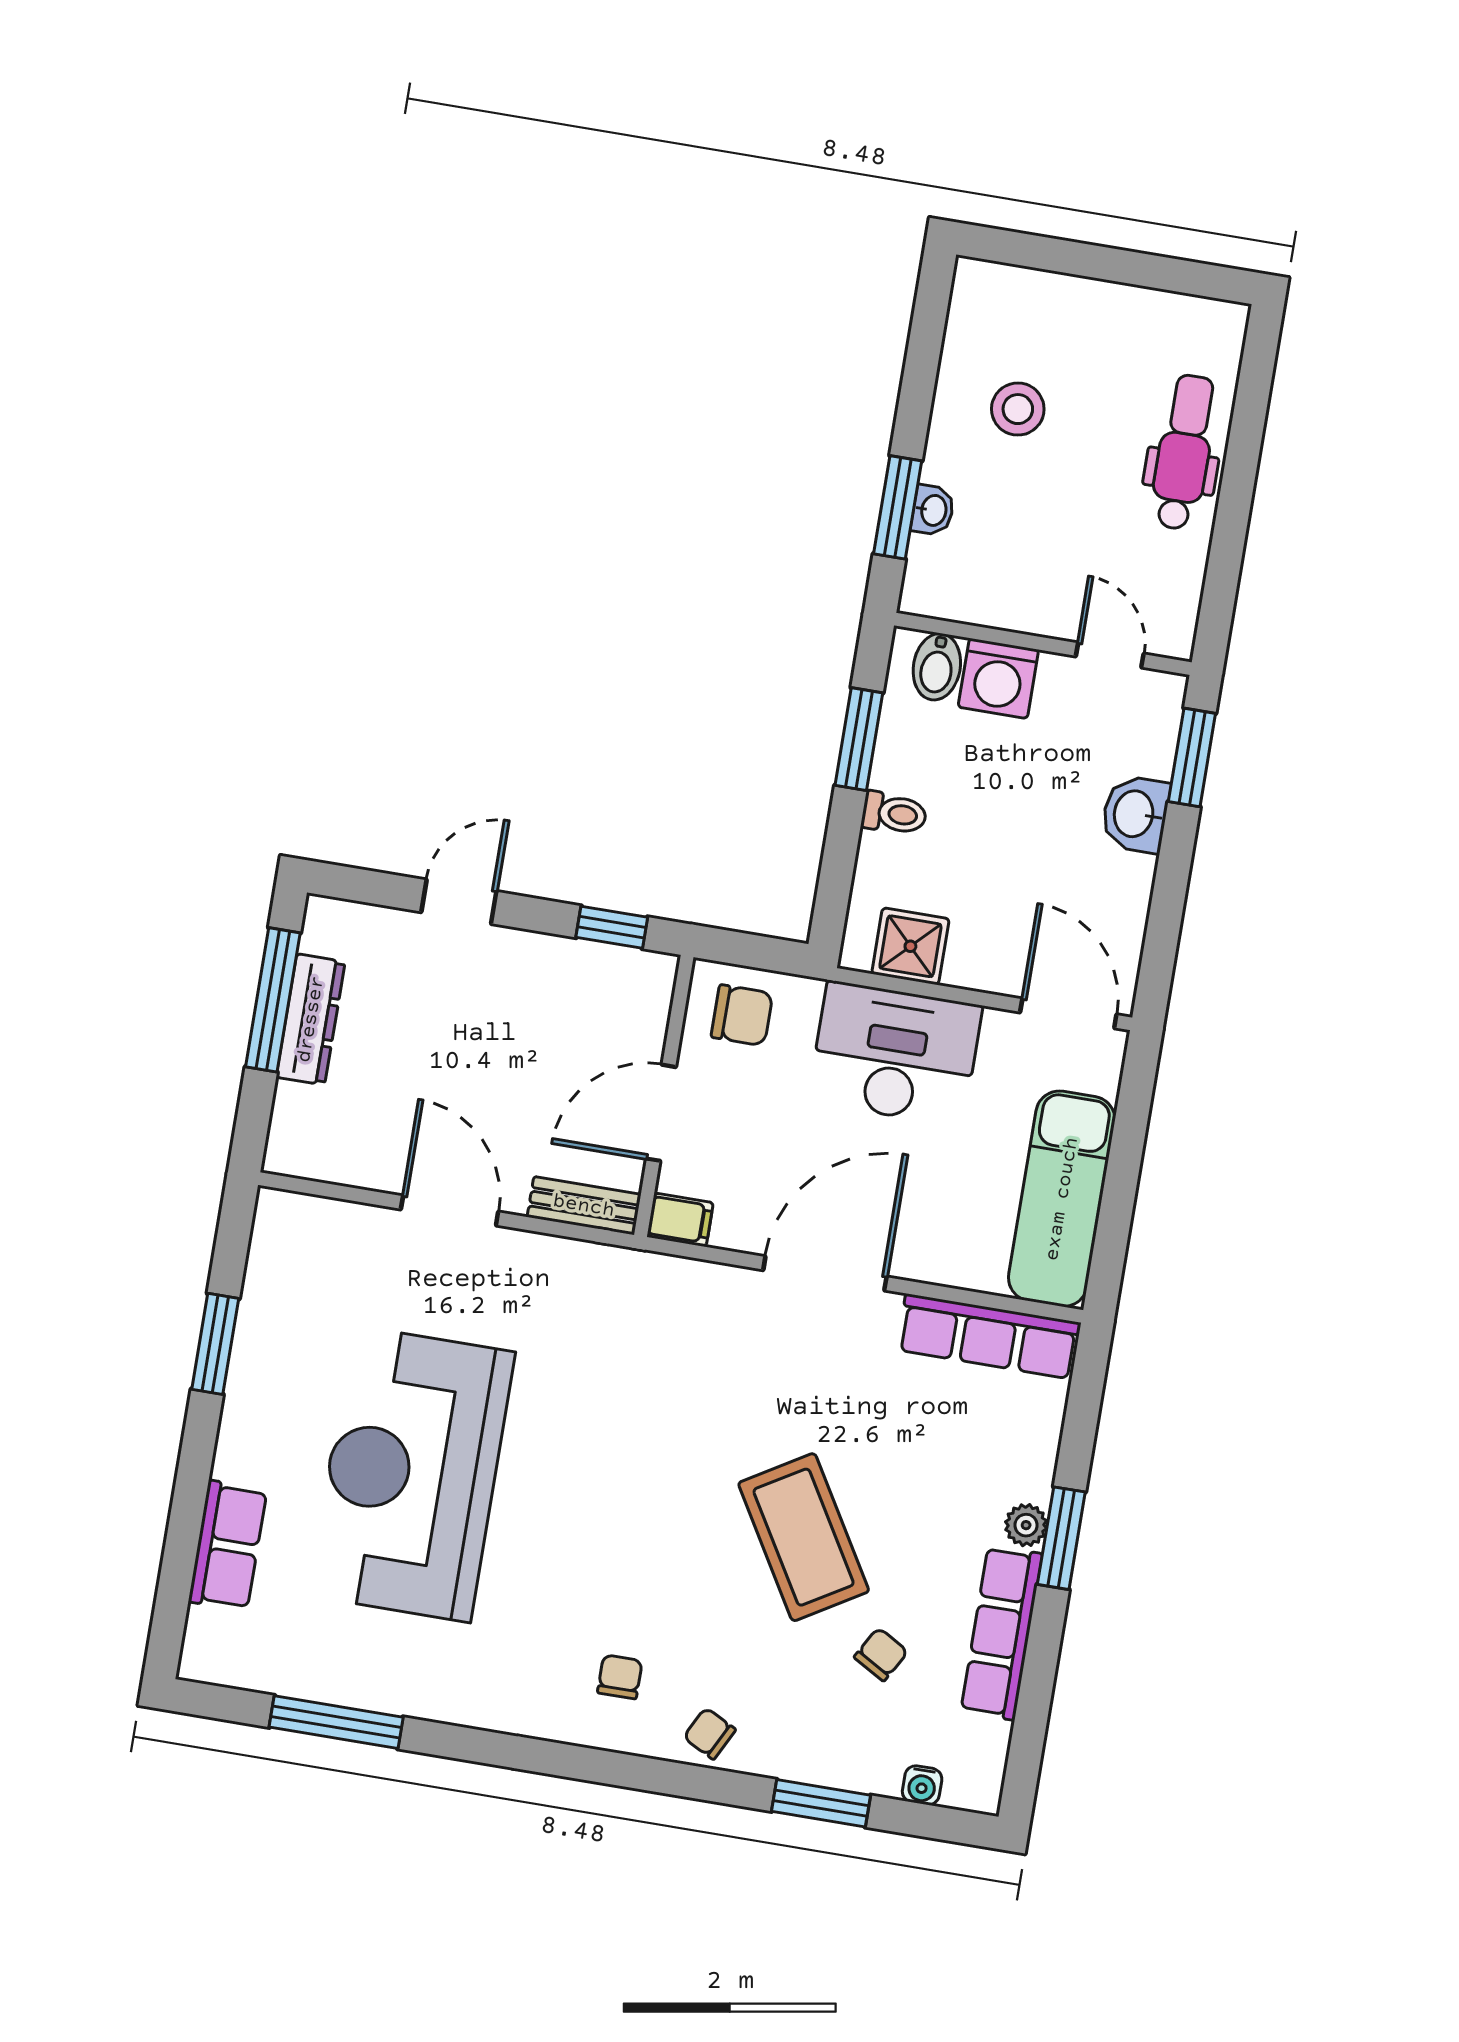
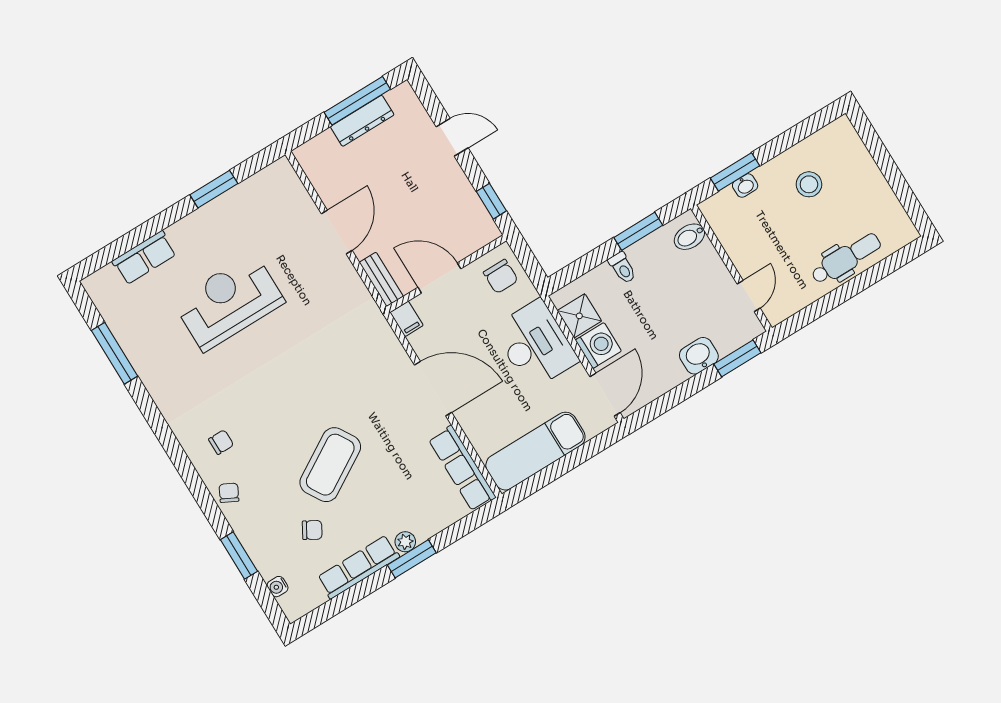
washing machine: (998, 678) -> (598, 346), moved, turned 180
reception desk: (412, 1474) -> (229, 302), width x0.74, depth x0.77

